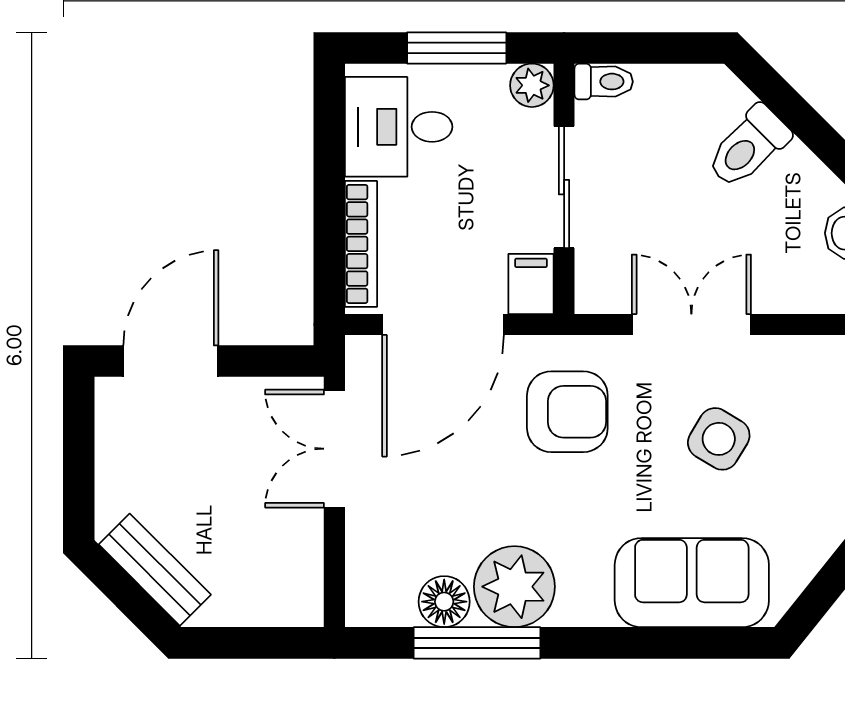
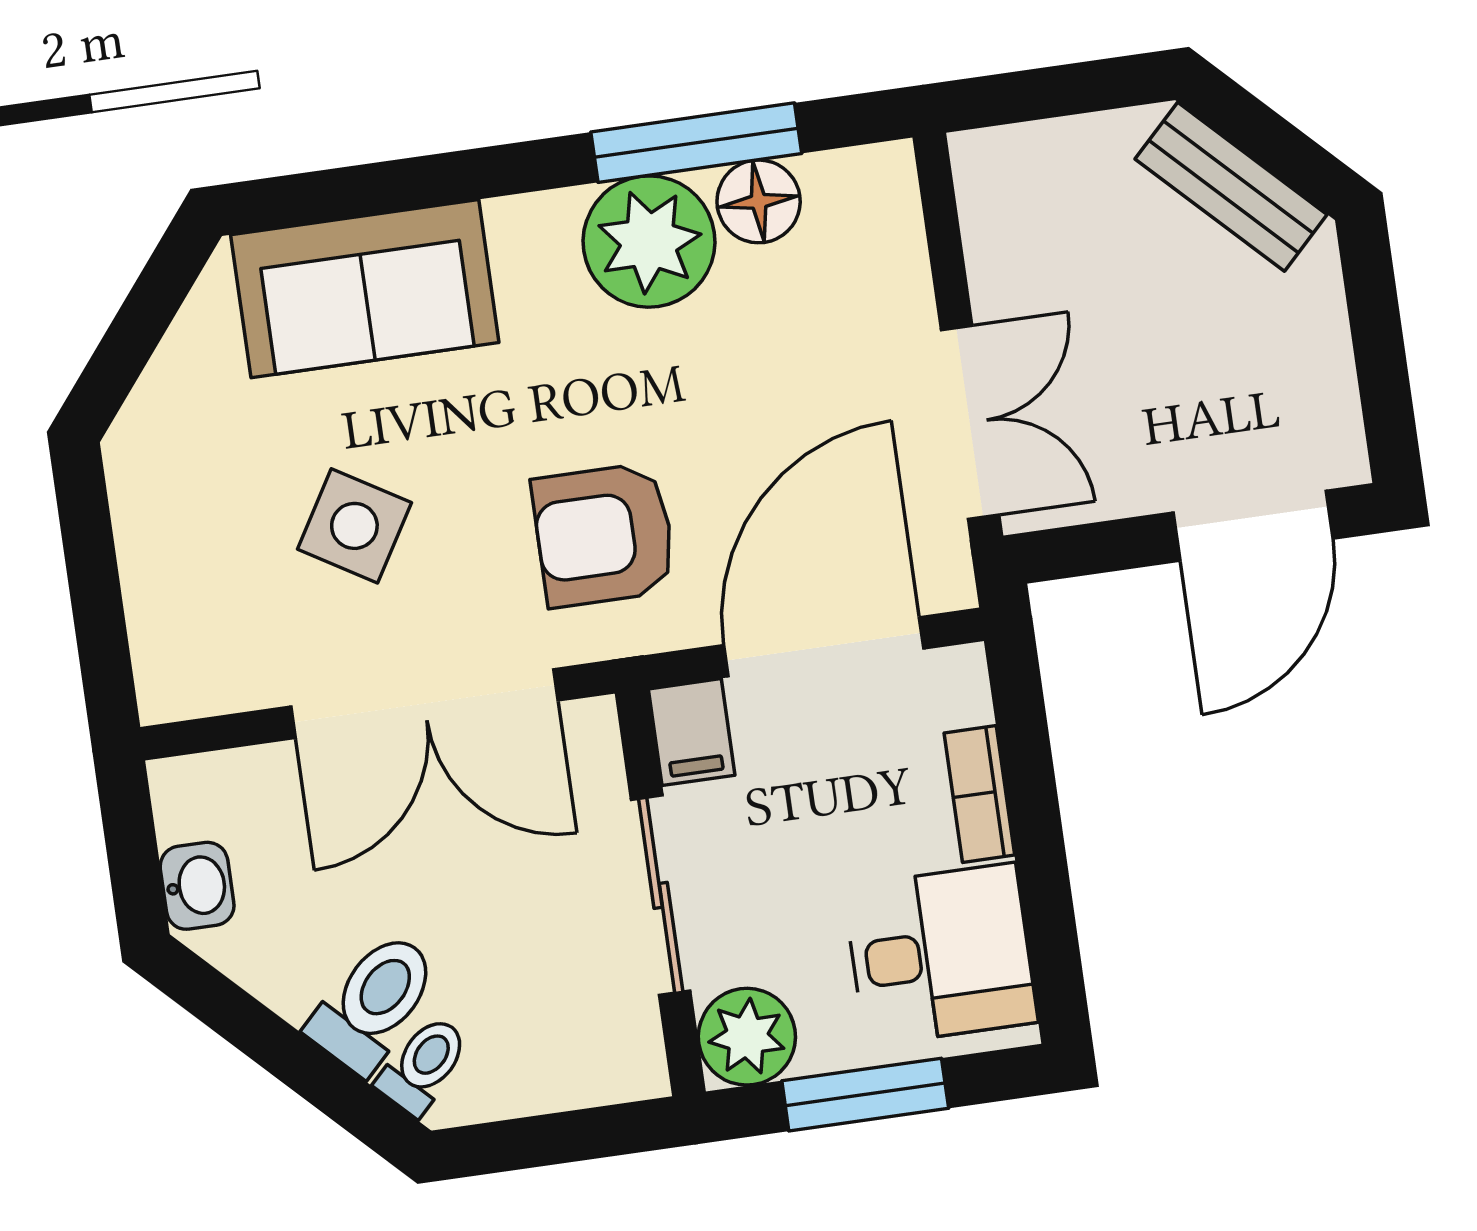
toilet: (604, 82) -> (423, 1065), moved, turned 135
plant: (532, 85) -> (747, 1037), width x1.38, depth x1.38
bookcase: (361, 244) -> (979, 794), width x0.64
double door: (691, 325) -> (424, 704), width x1.37

